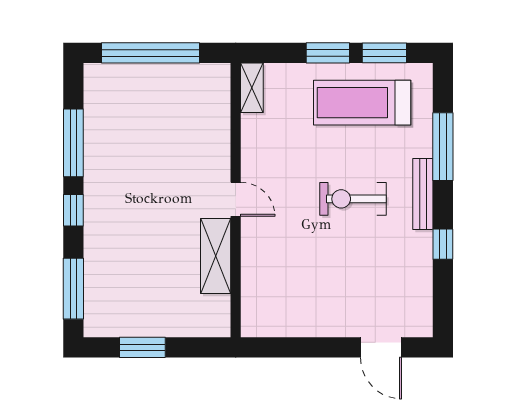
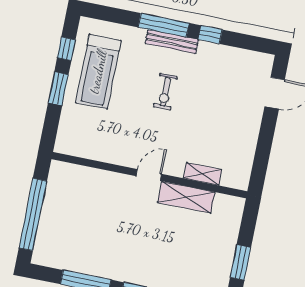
window: (384, 53) -> (66, 49), width x0.67
shelving: (252, 88) -> (202, 174), moved
window: (443, 147) -> (164, 25), moved
exercise bike: (353, 199) -> (165, 92), width x0.73, depth x0.72

